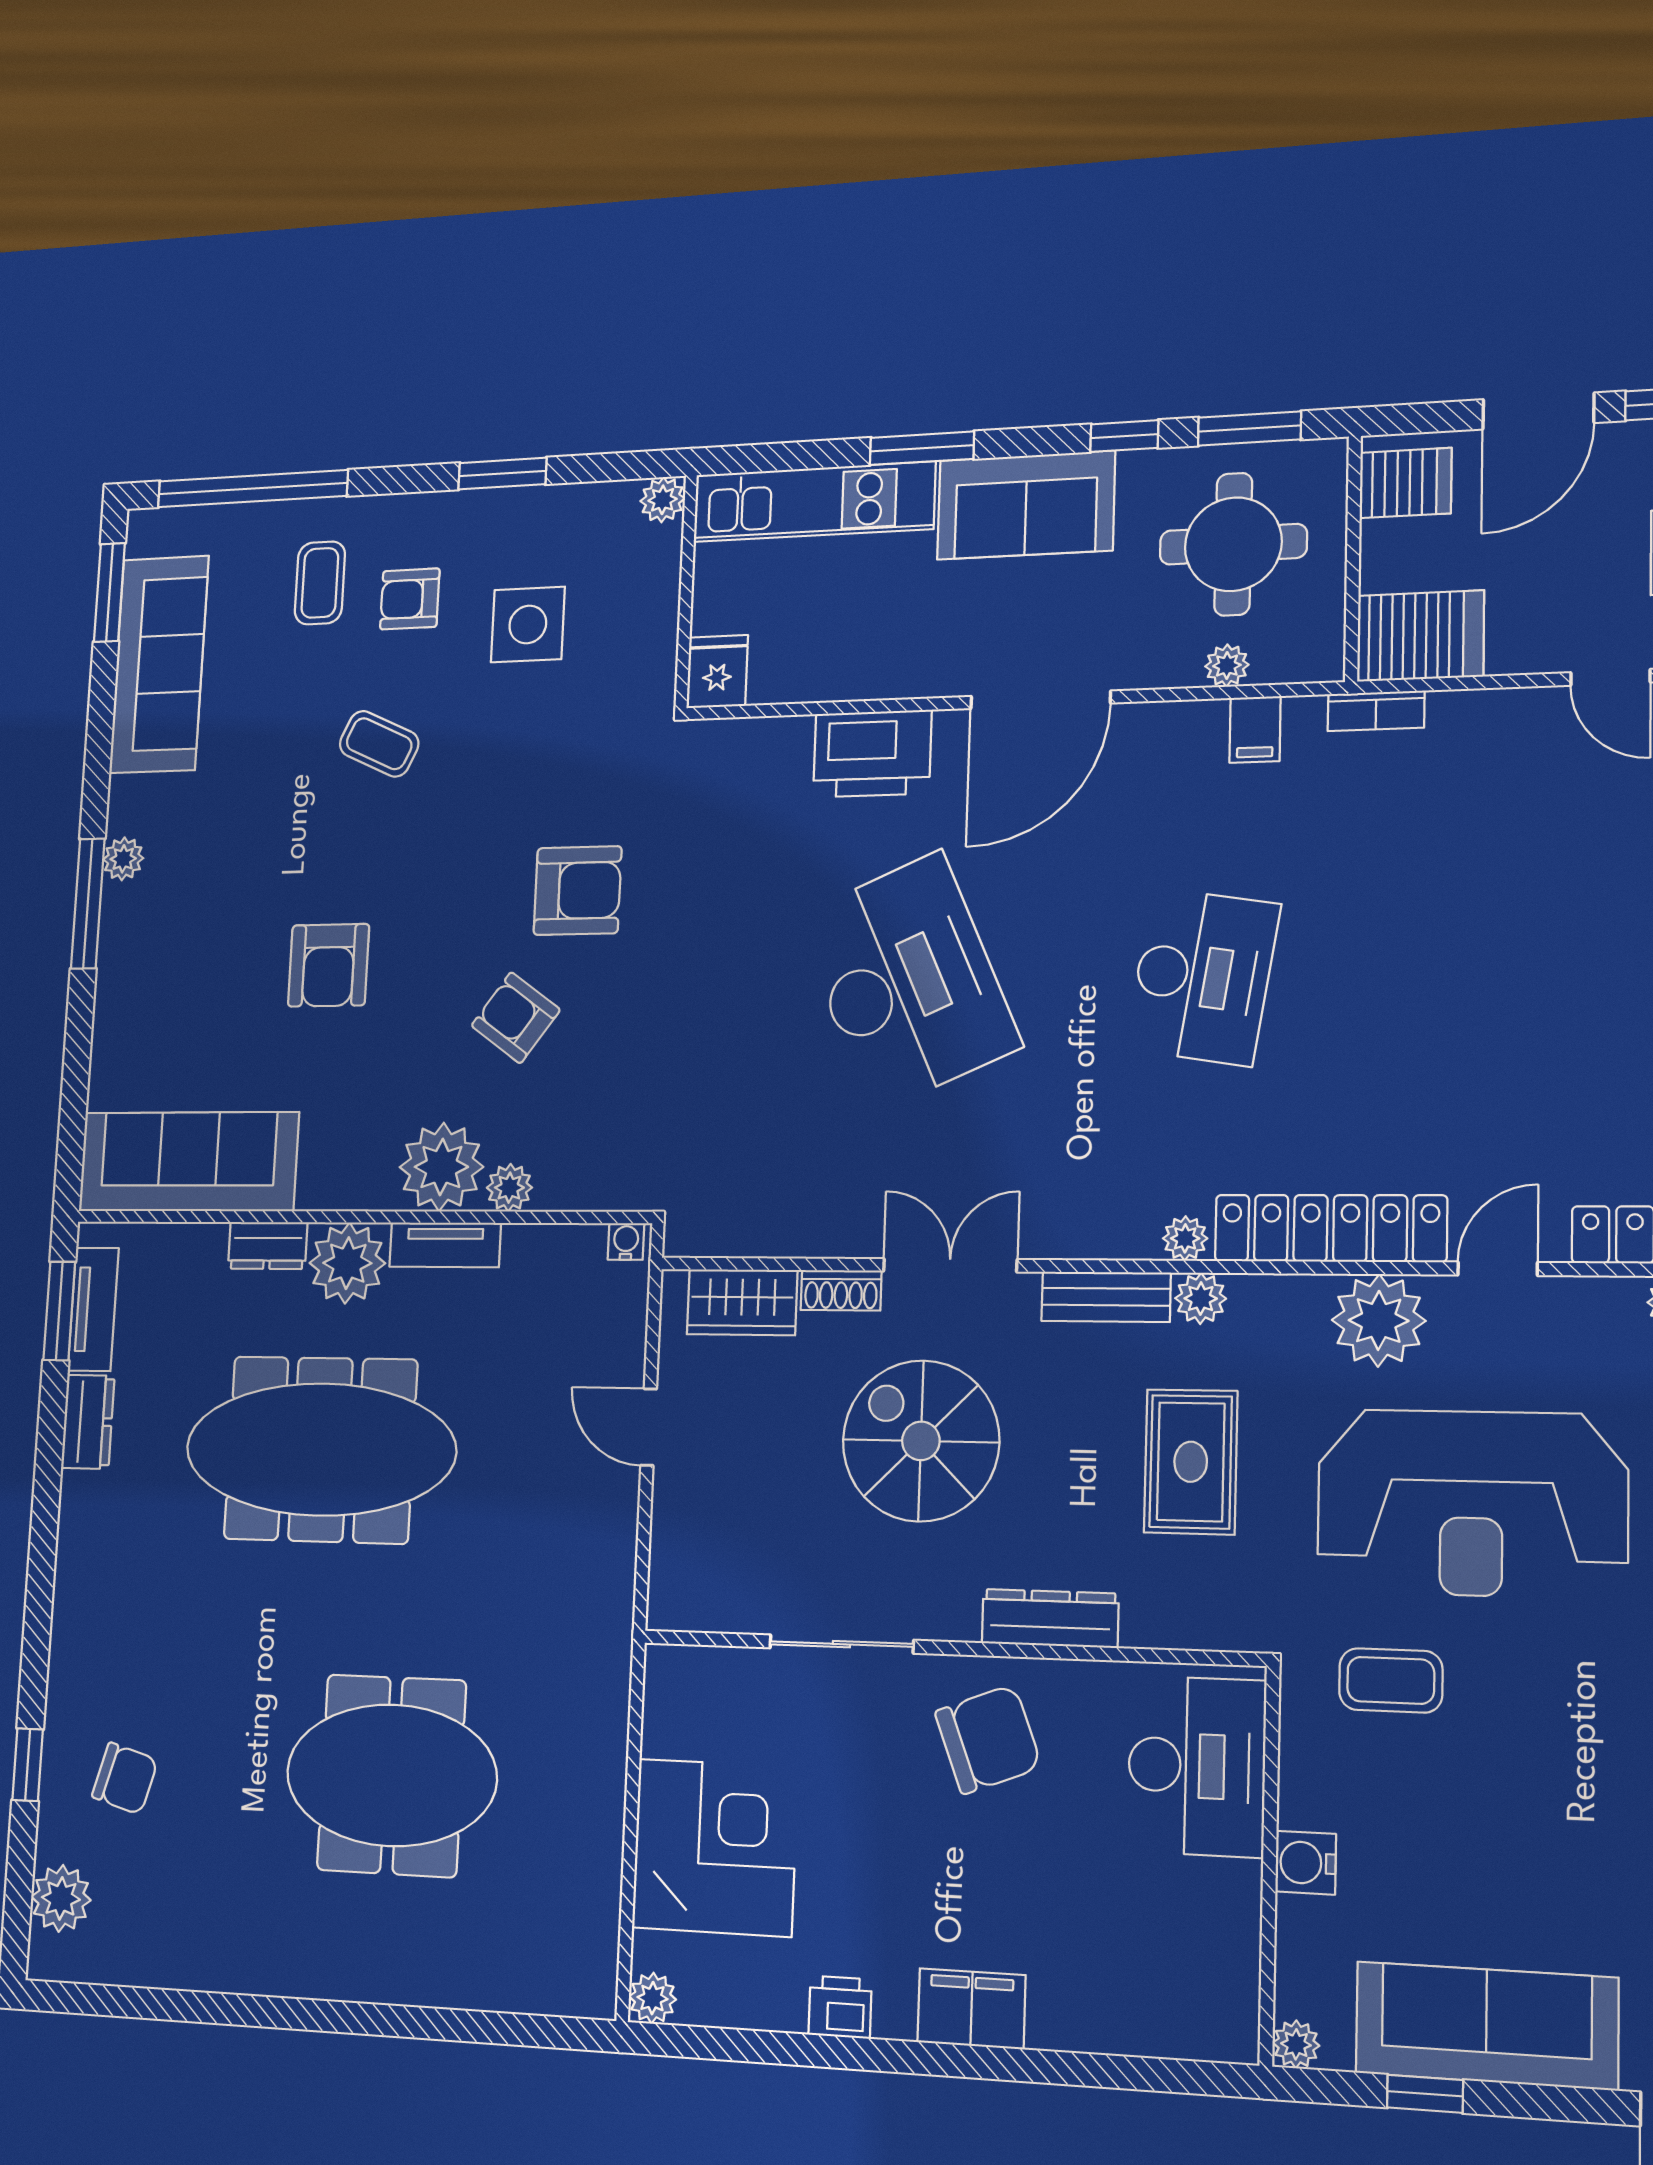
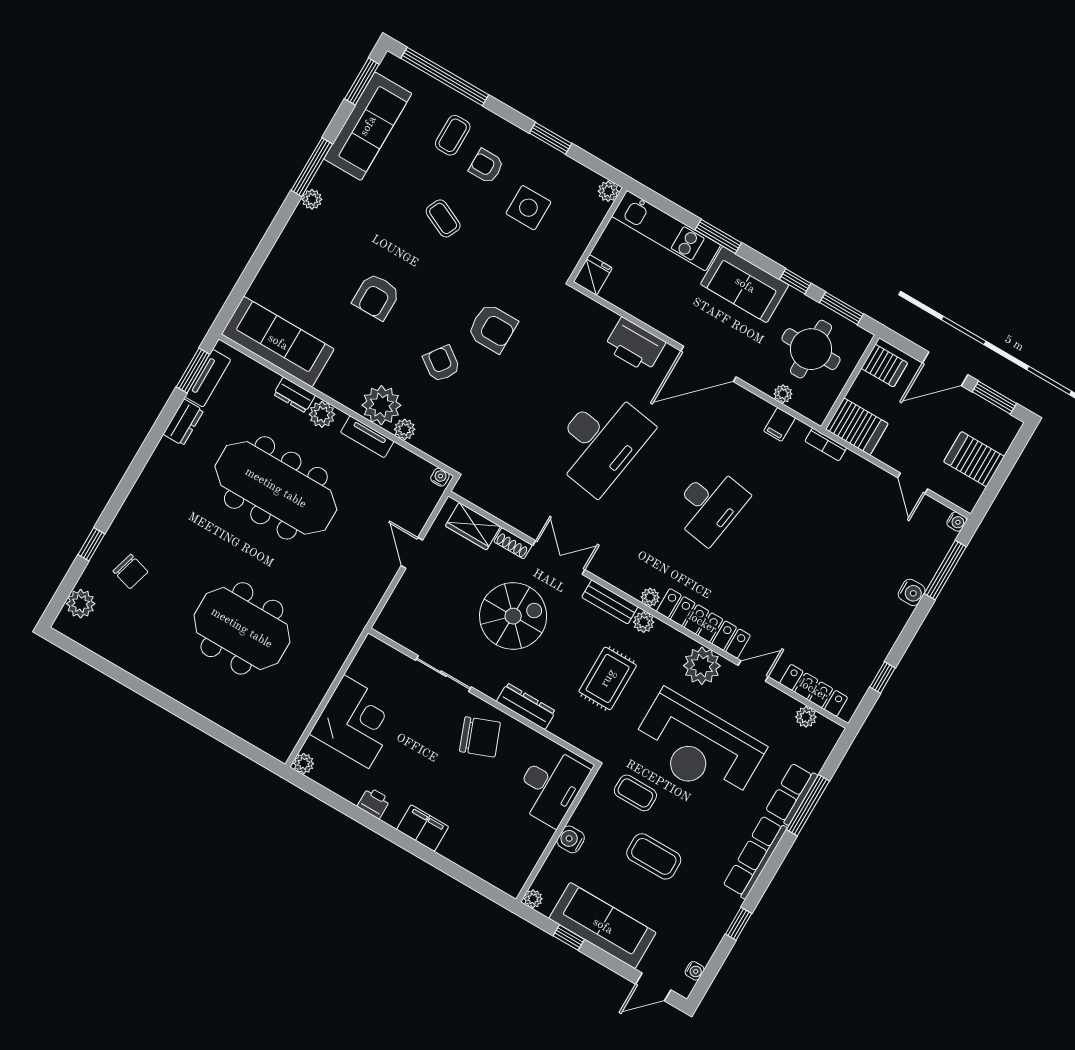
window: (88, 903) -> (312, 167), moved
desk: (907, 981) -> (601, 441), turned 33
plant: (347, 1263) -> (322, 414), width x0.73, depth x0.73
spiral stairs: (921, 1441) -> (513, 616), turned 90
coffee table: (1513, 1803) -> (654, 856), added

